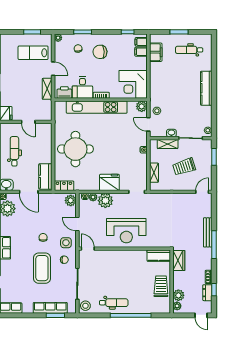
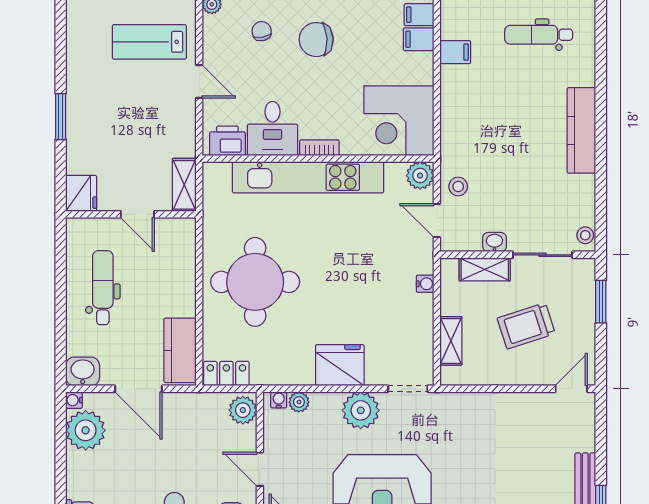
filing cabinet: (156, 52) -> (455, 52), width x0.50
shelving: (47, 89) -> (184, 185), moved
plant: (105, 201) -> (361, 410), moved

